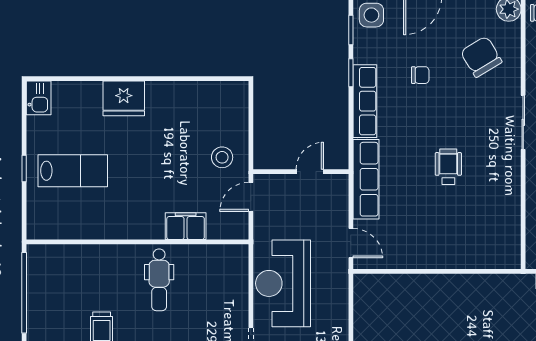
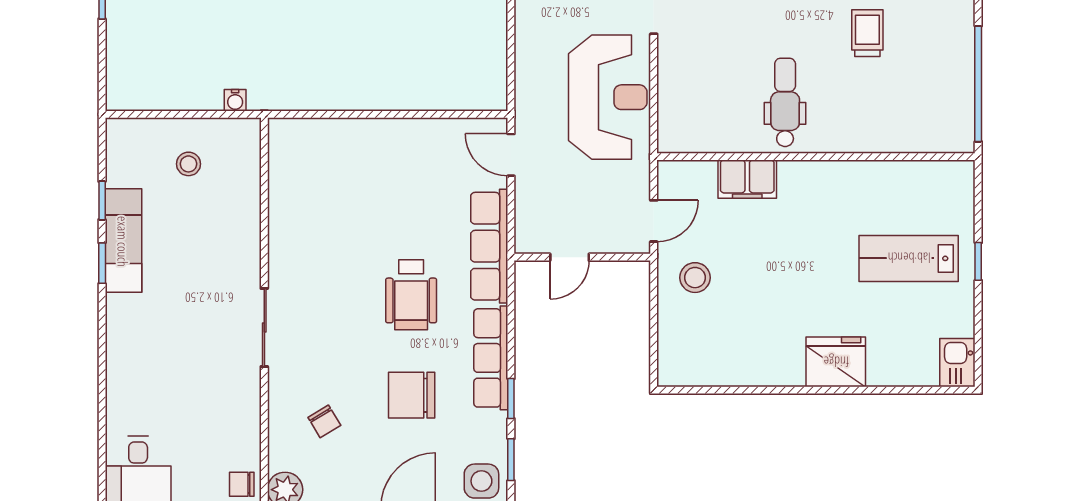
chair: (481, 57) -> (324, 421), width x0.54, depth x0.54
chair: (420, 75) -> (412, 395), width x1.87, depth x1.87
wheelchair: (448, 167) -> (411, 295), moved, width x1.36, depth x1.37

